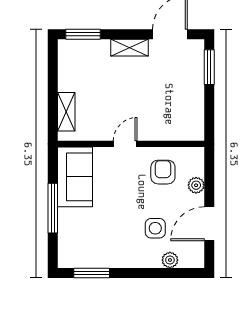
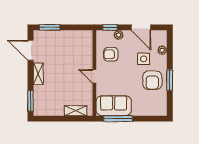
window: (209, 171) -> (110, 27), added
window: (53, 208) -> (118, 119), moved
armchair: (119, 243) -> (152, 80), added
window: (92, 273) -> (170, 80), moved

